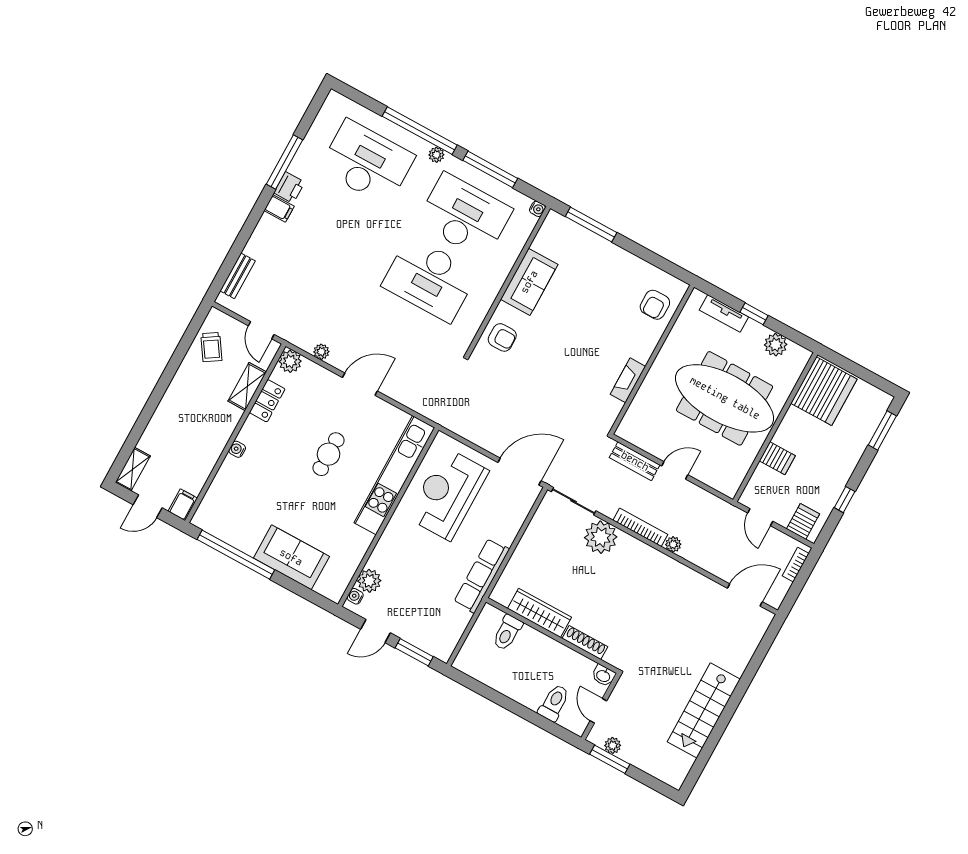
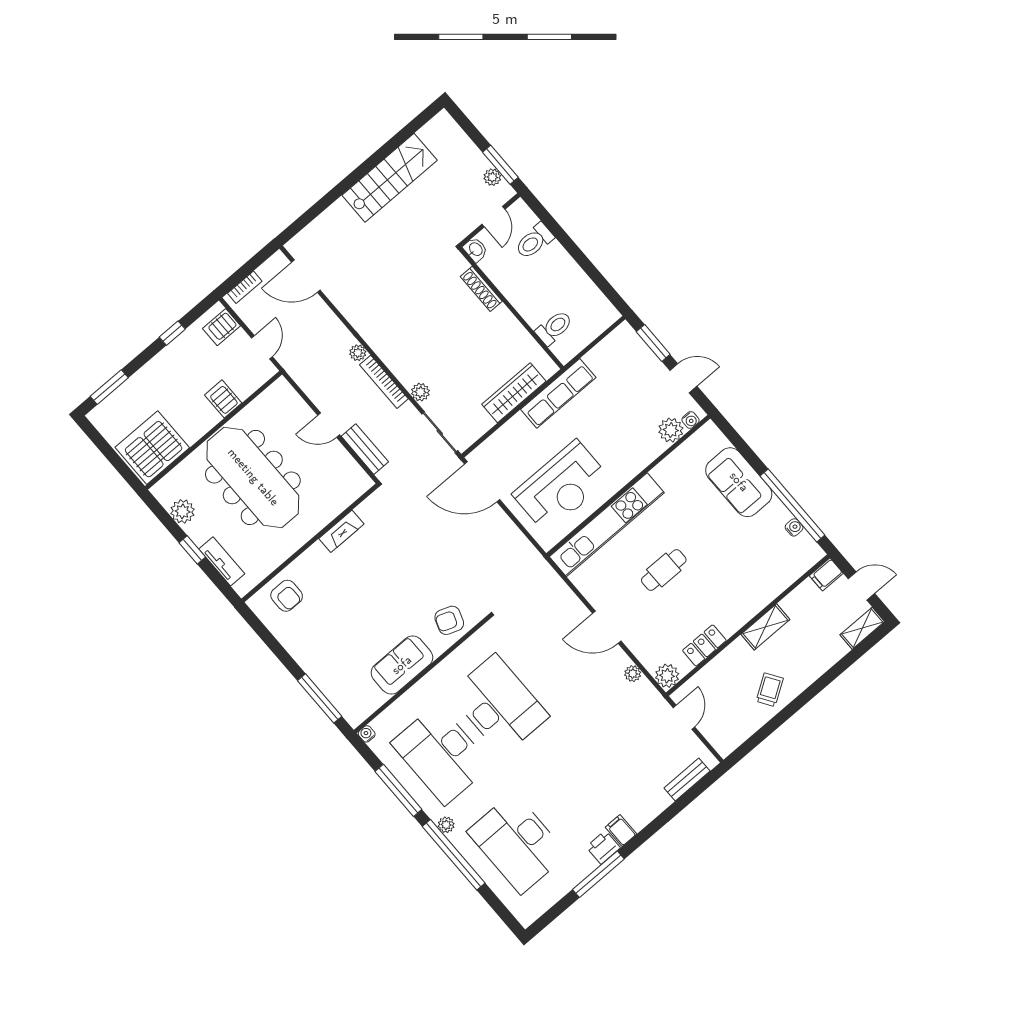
armchair: (655, 305) -> (287, 596), turned 90
armchair: (502, 337) -> (449, 620), turned -70
trolley: (211, 347) -> (770, 690), moved
shelving: (247, 387) -> (765, 627), moved
water cooler: (237, 449) -> (794, 527), moved, turned -90
plant: (601, 537) -> (420, 392), width x0.53, depth x0.53
wardrobe: (540, 613) -> (514, 393), moved, turned 90

